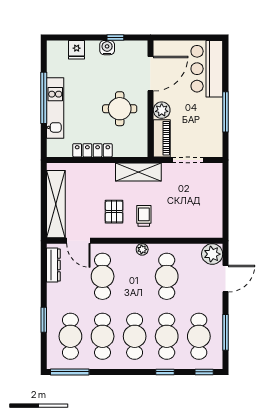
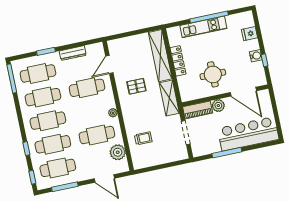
bar counter: (207, 69) -> (248, 134), width x1.36
shelving: (56, 204) -> (160, 56), moved, turned 90
trolley: (144, 216) -> (143, 138), moved
plant: (212, 254) -> (118, 152), moved
dresser: (53, 265) -> (73, 53), moved

